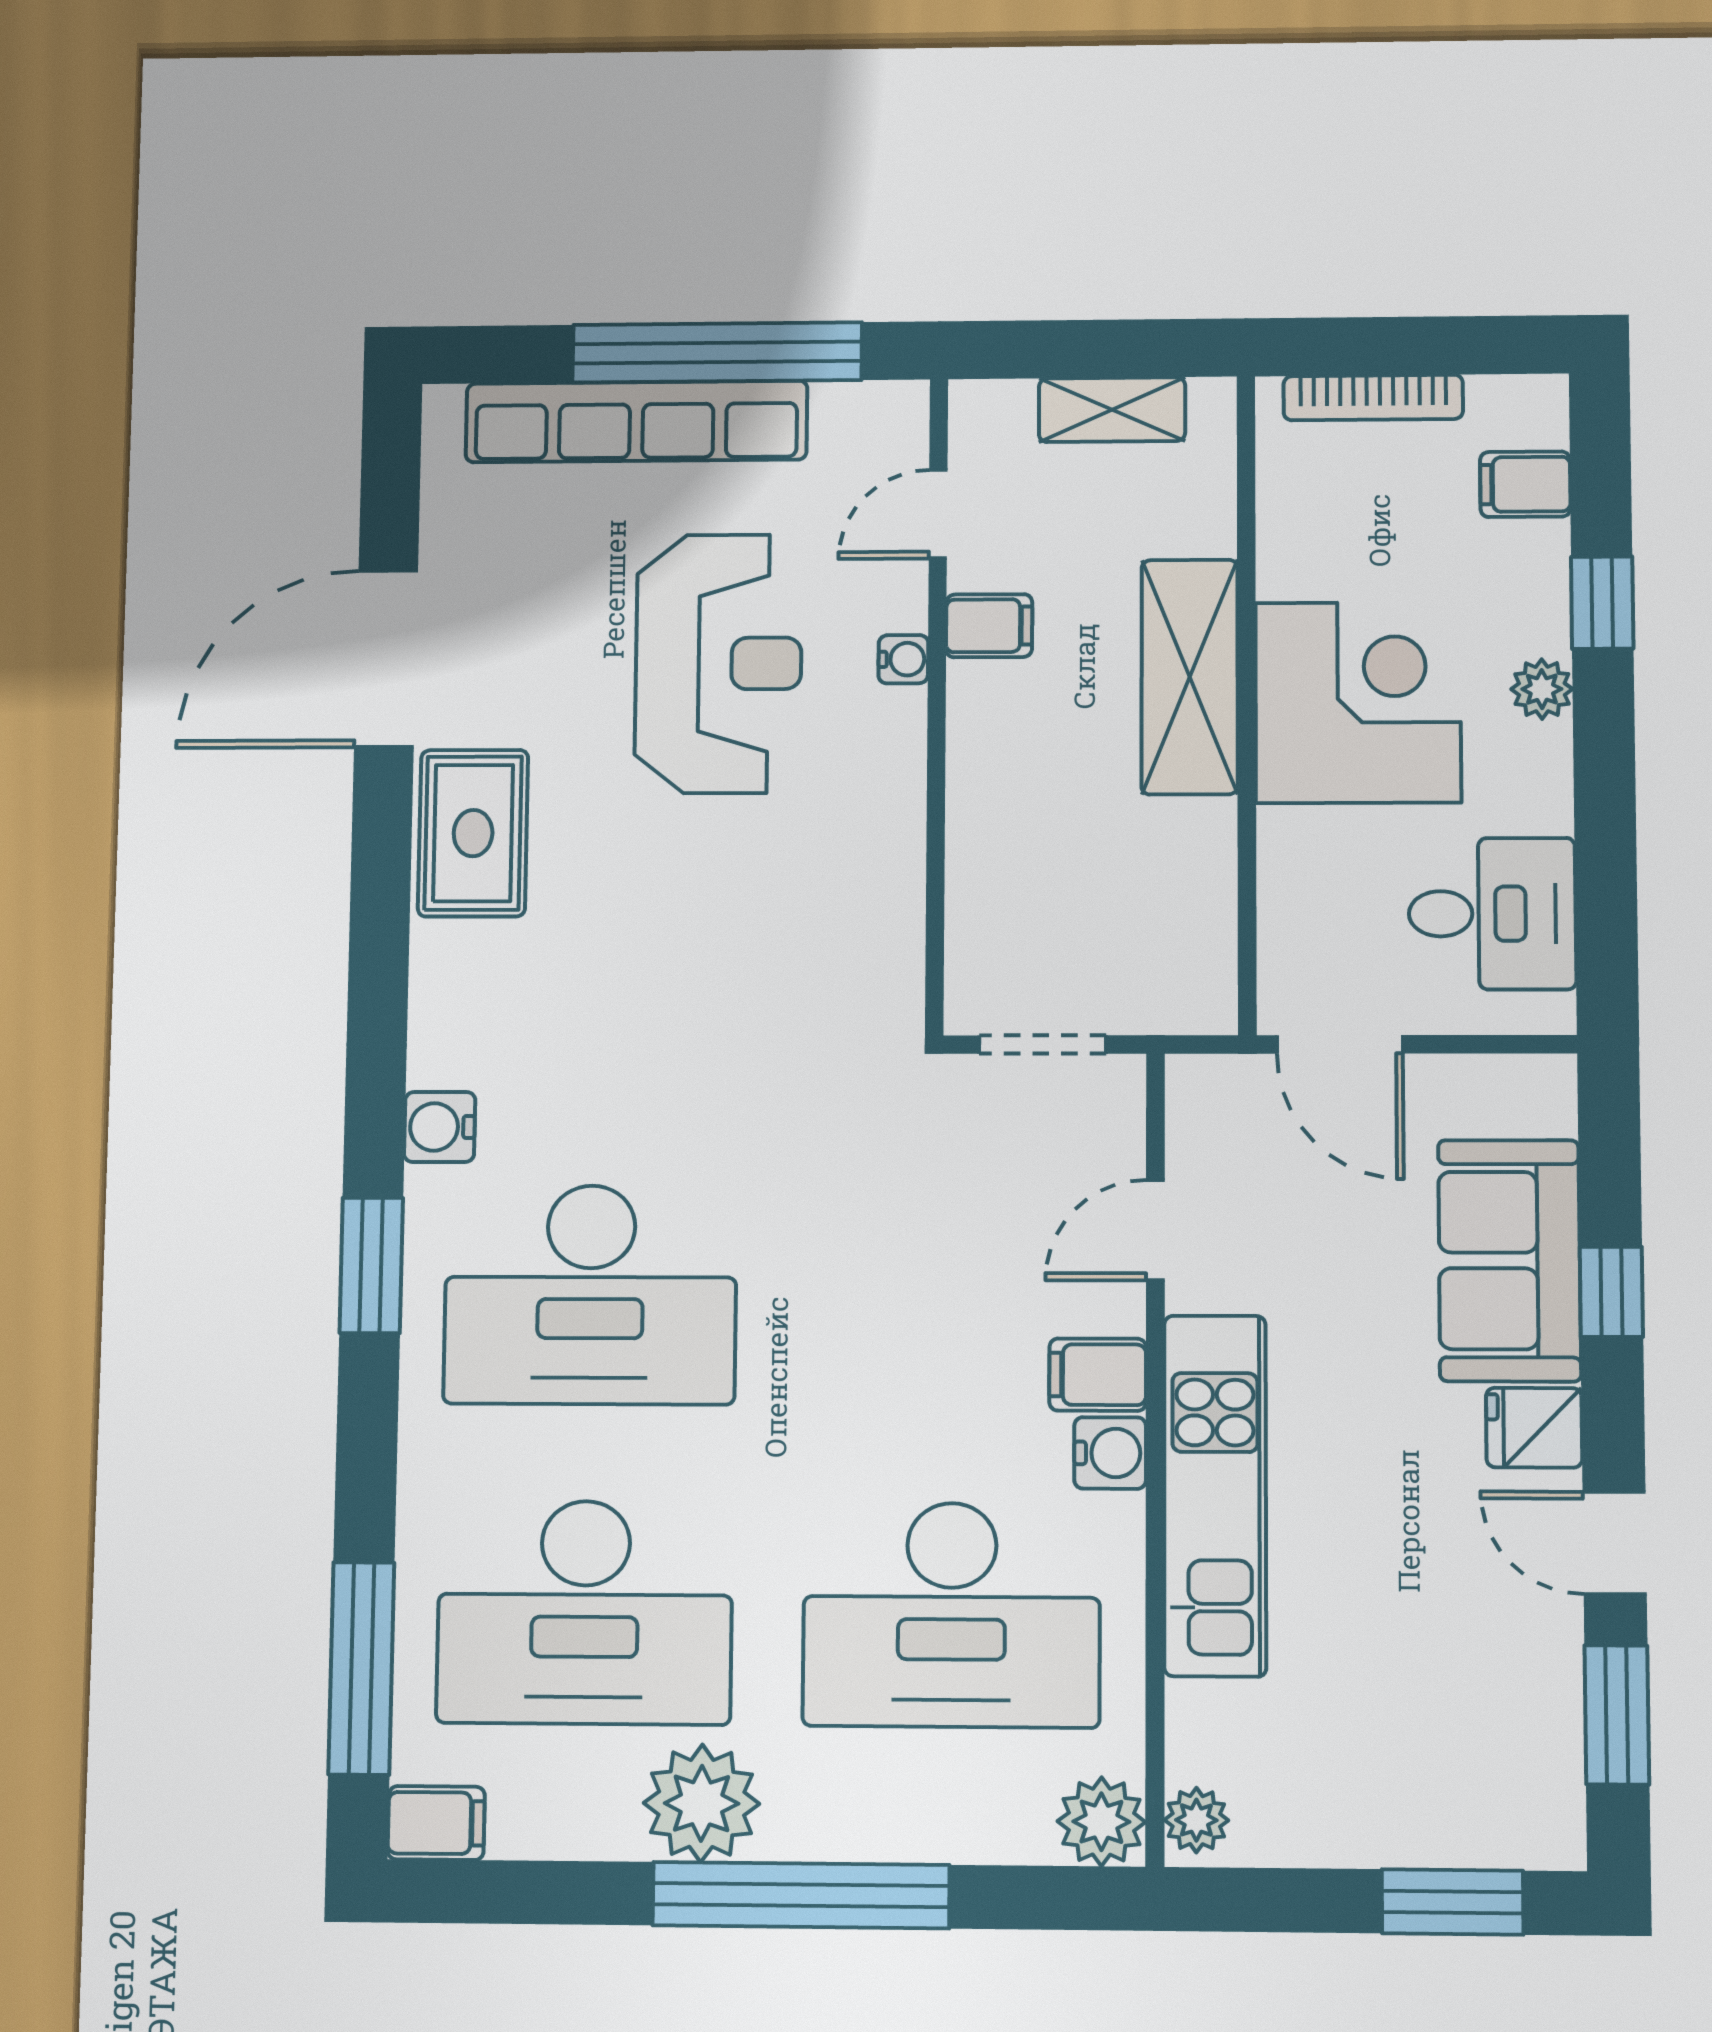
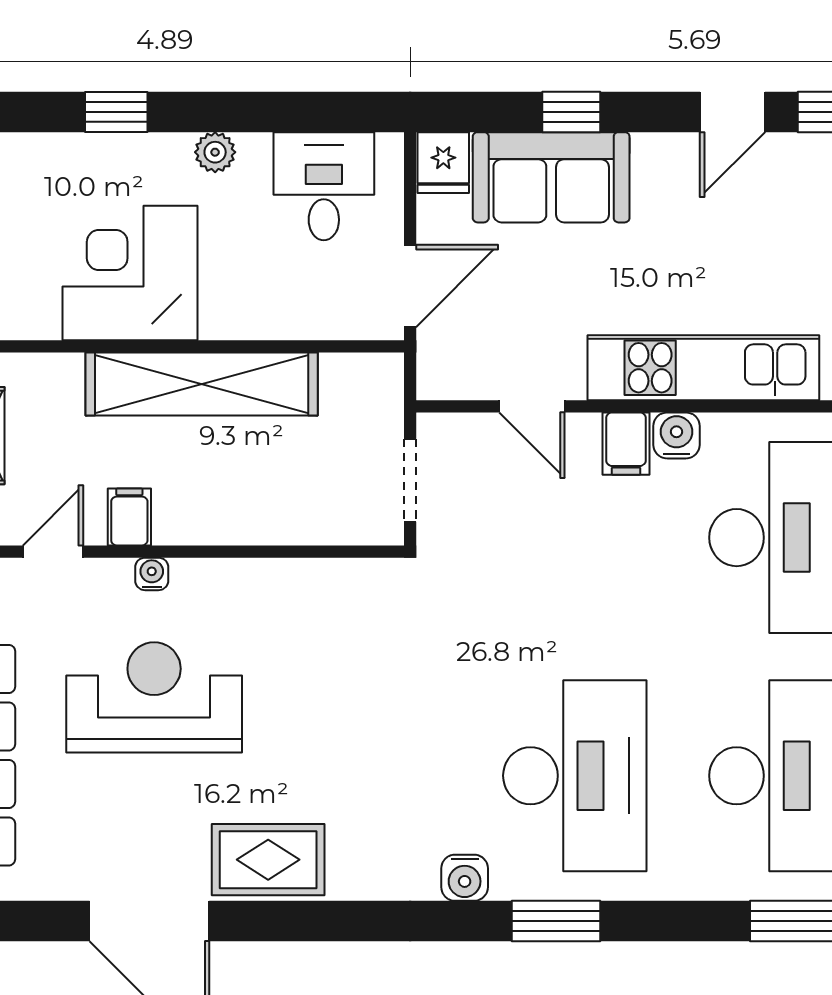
filing cabinet: (1525, 484) -> (36, 162), removed
door: (938, 514) -> (53, 552), swing flipped
shelving: (1190, 677) -> (202, 384), width x1.47
plant: (1542, 689) -> (215, 152), moved
corner desk: (1358, 702) -> (130, 273), moved
fridge: (1534, 1428) -> (443, 163), moved

